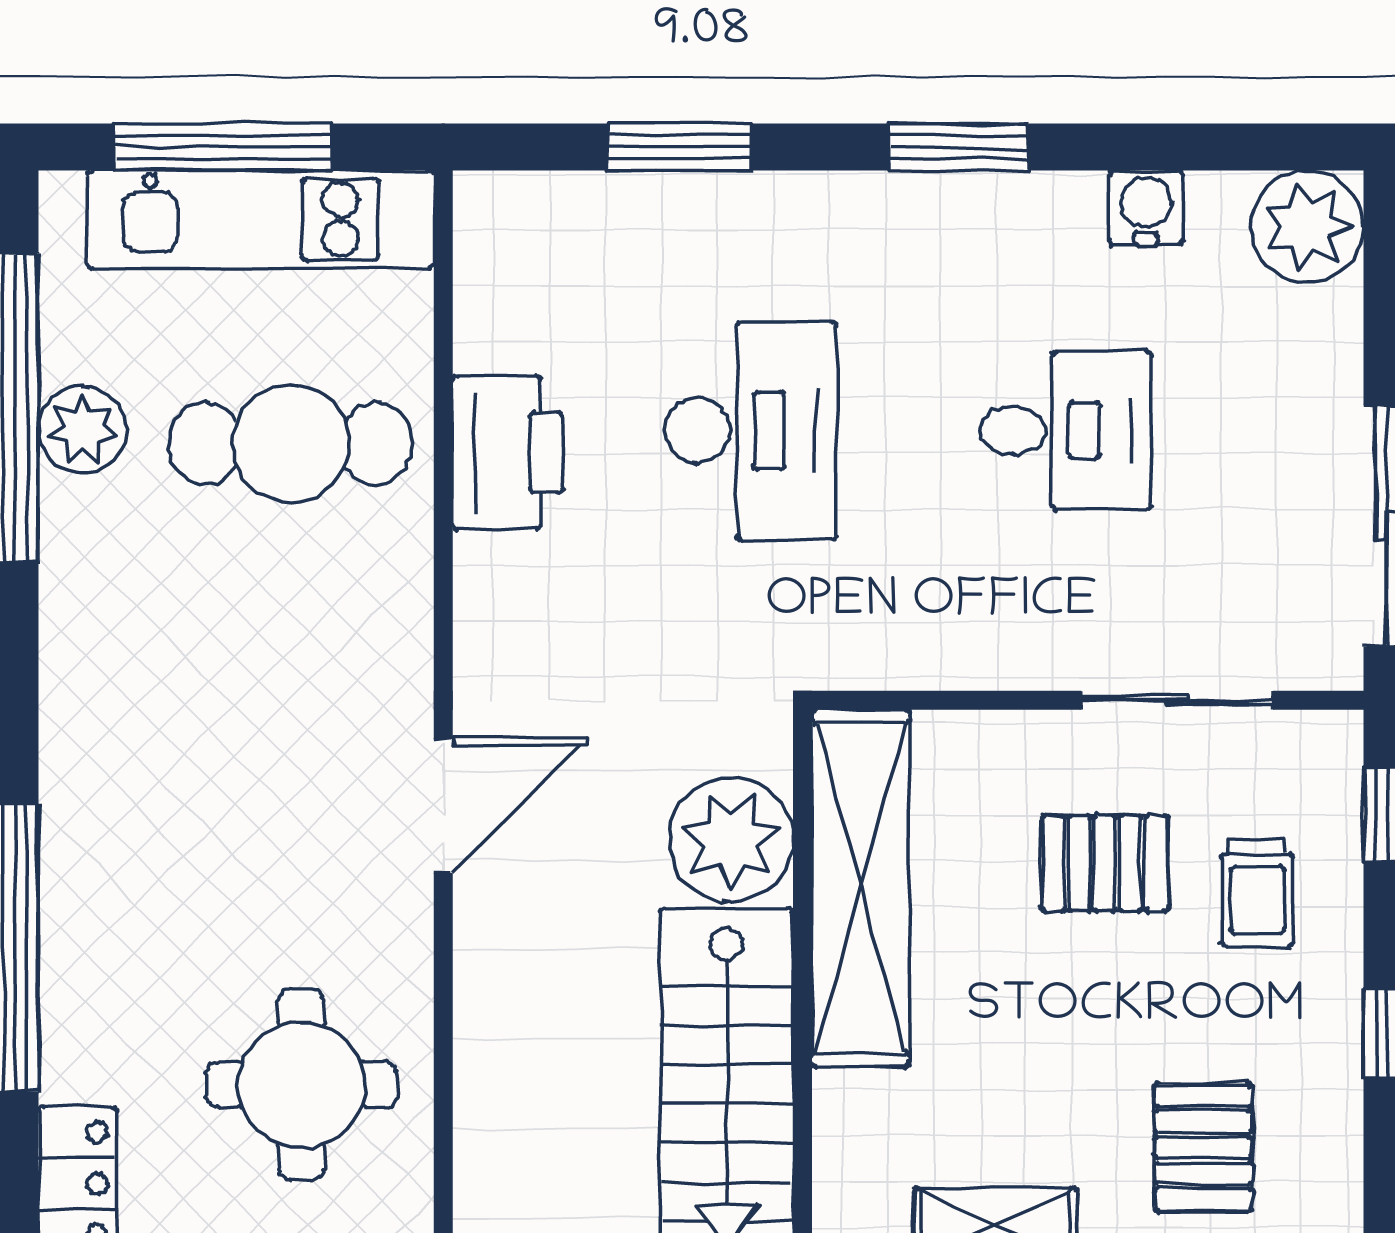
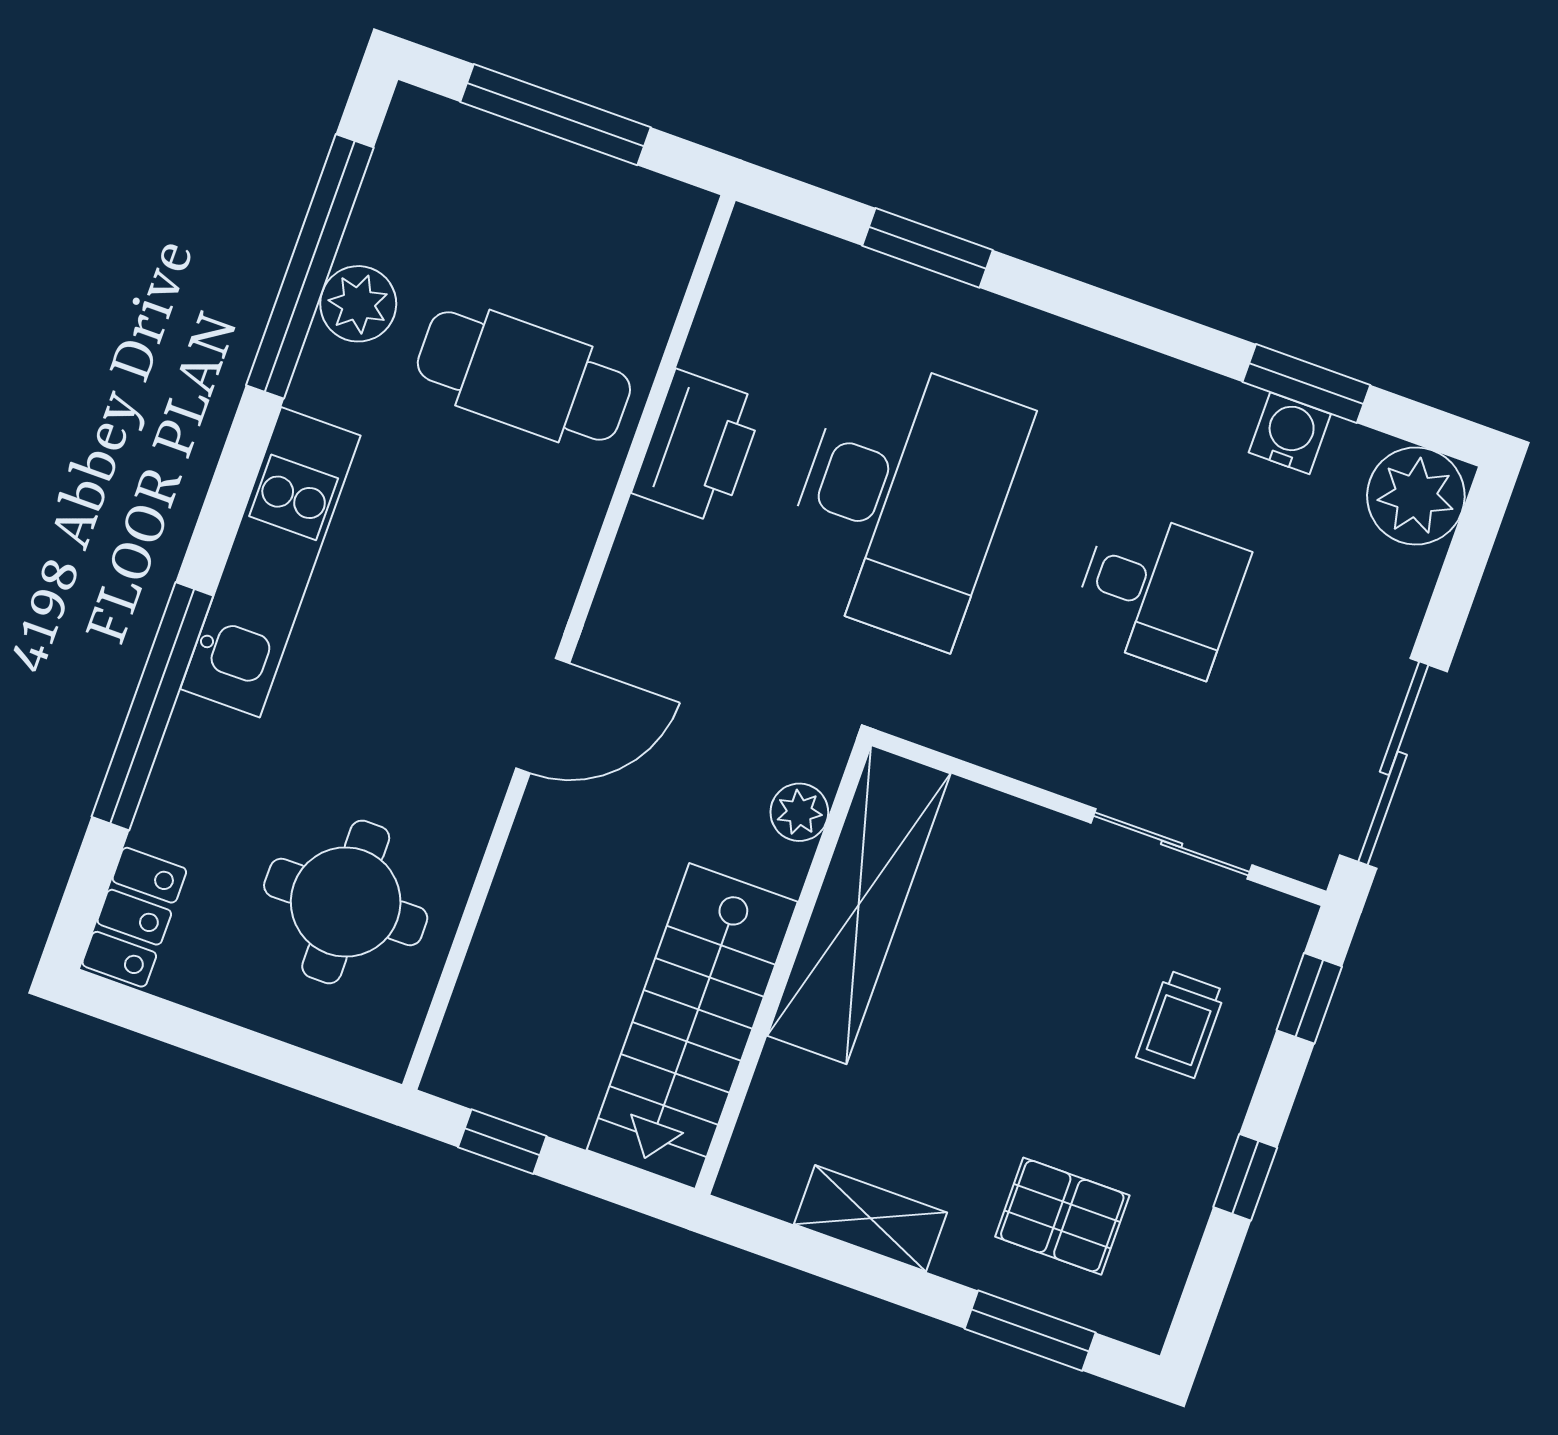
window: (958, 147) -> (1306, 384), moved
kitchen unit: (261, 219) -> (270, 562), moved, turned -90
desk: (751, 431) -> (903, 500), width x1.36, depth x1.30
plant: (731, 840) -> (799, 812), width x0.53, depth x0.53
pallet: (1105, 863) -> (1065, 956), removed
pallet: (1203, 1147) -> (1062, 1216), turned 90

